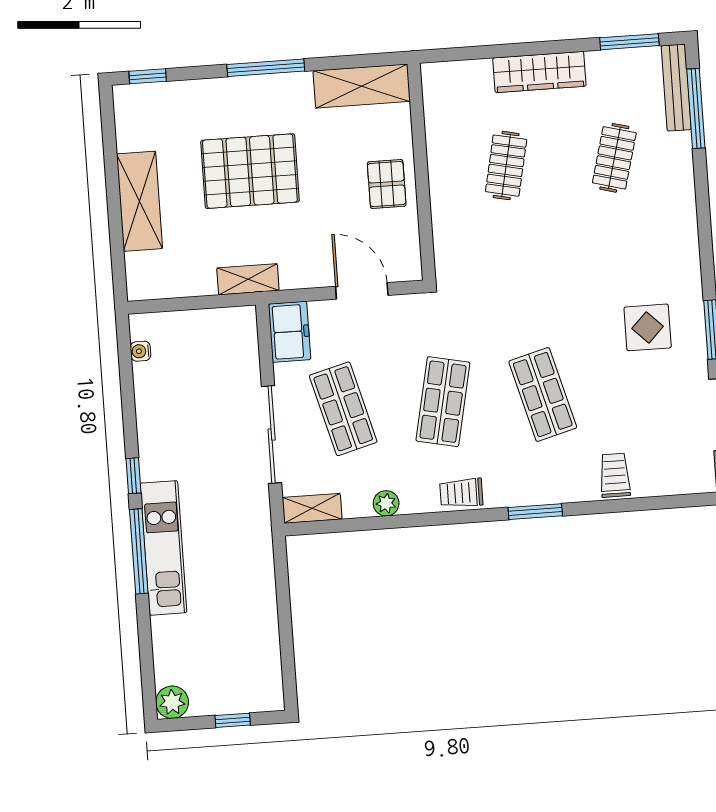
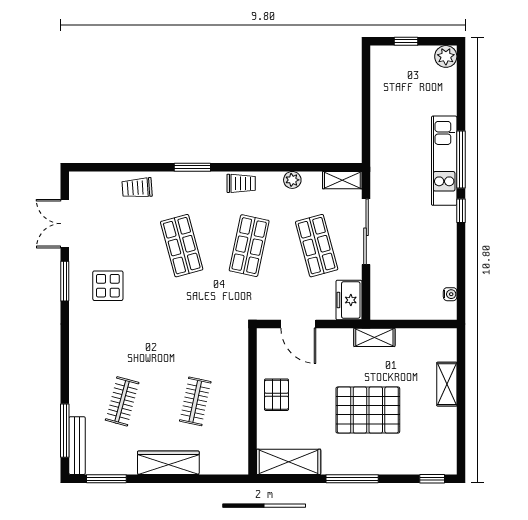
shelving: (140, 201) -> (447, 384), width x0.67, depth x0.75
trolley: (615, 475) -> (137, 188), turned 86

